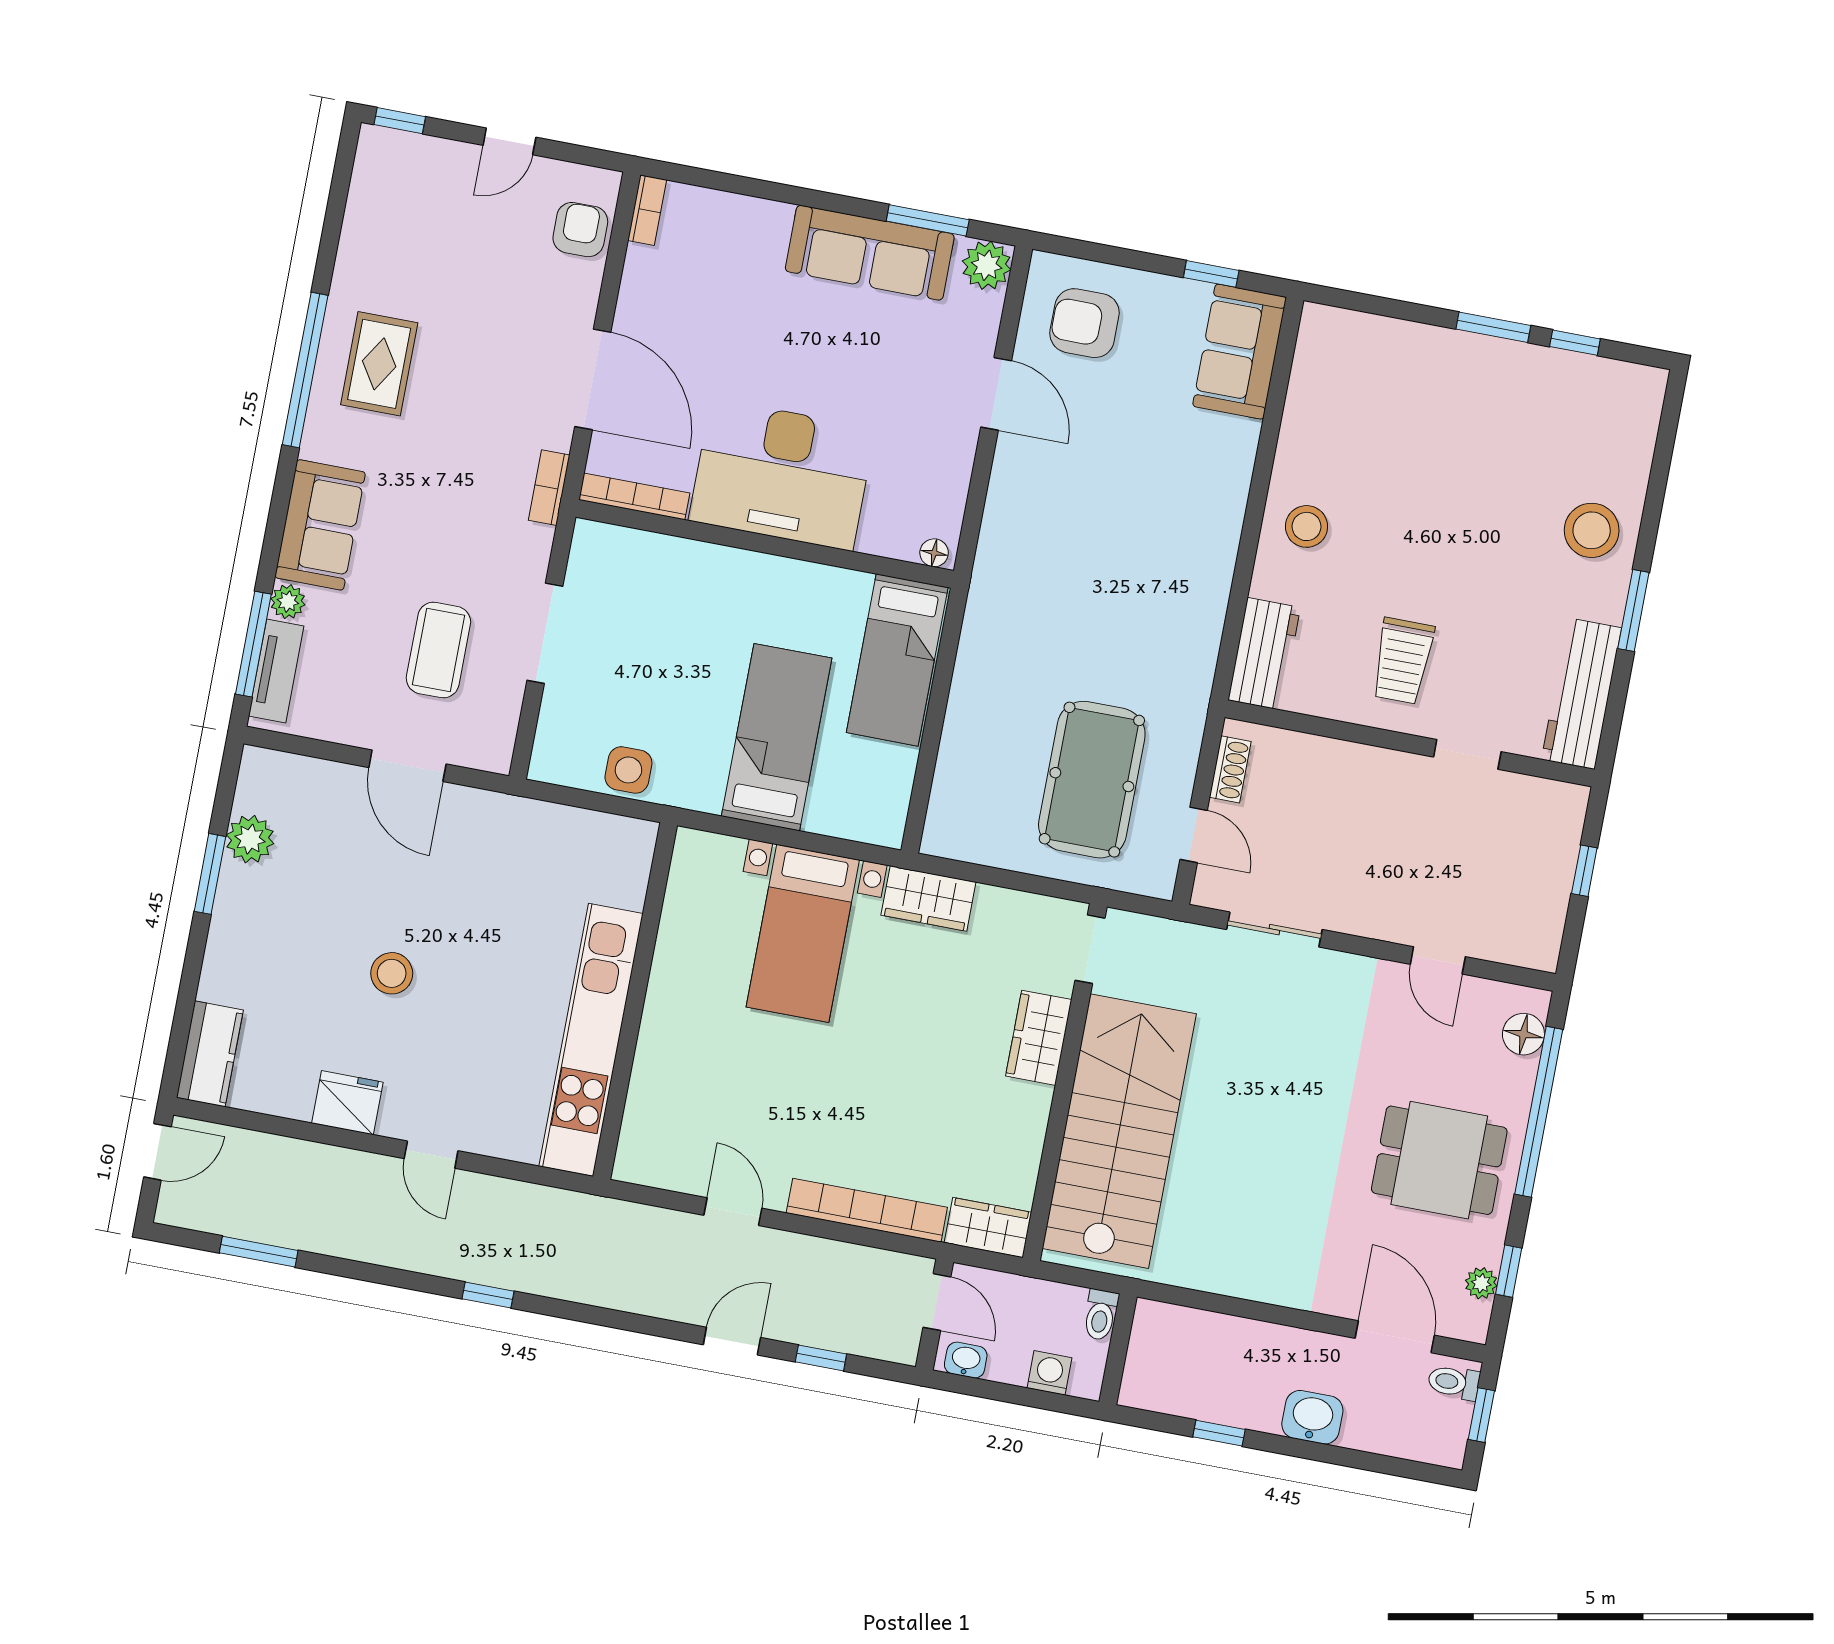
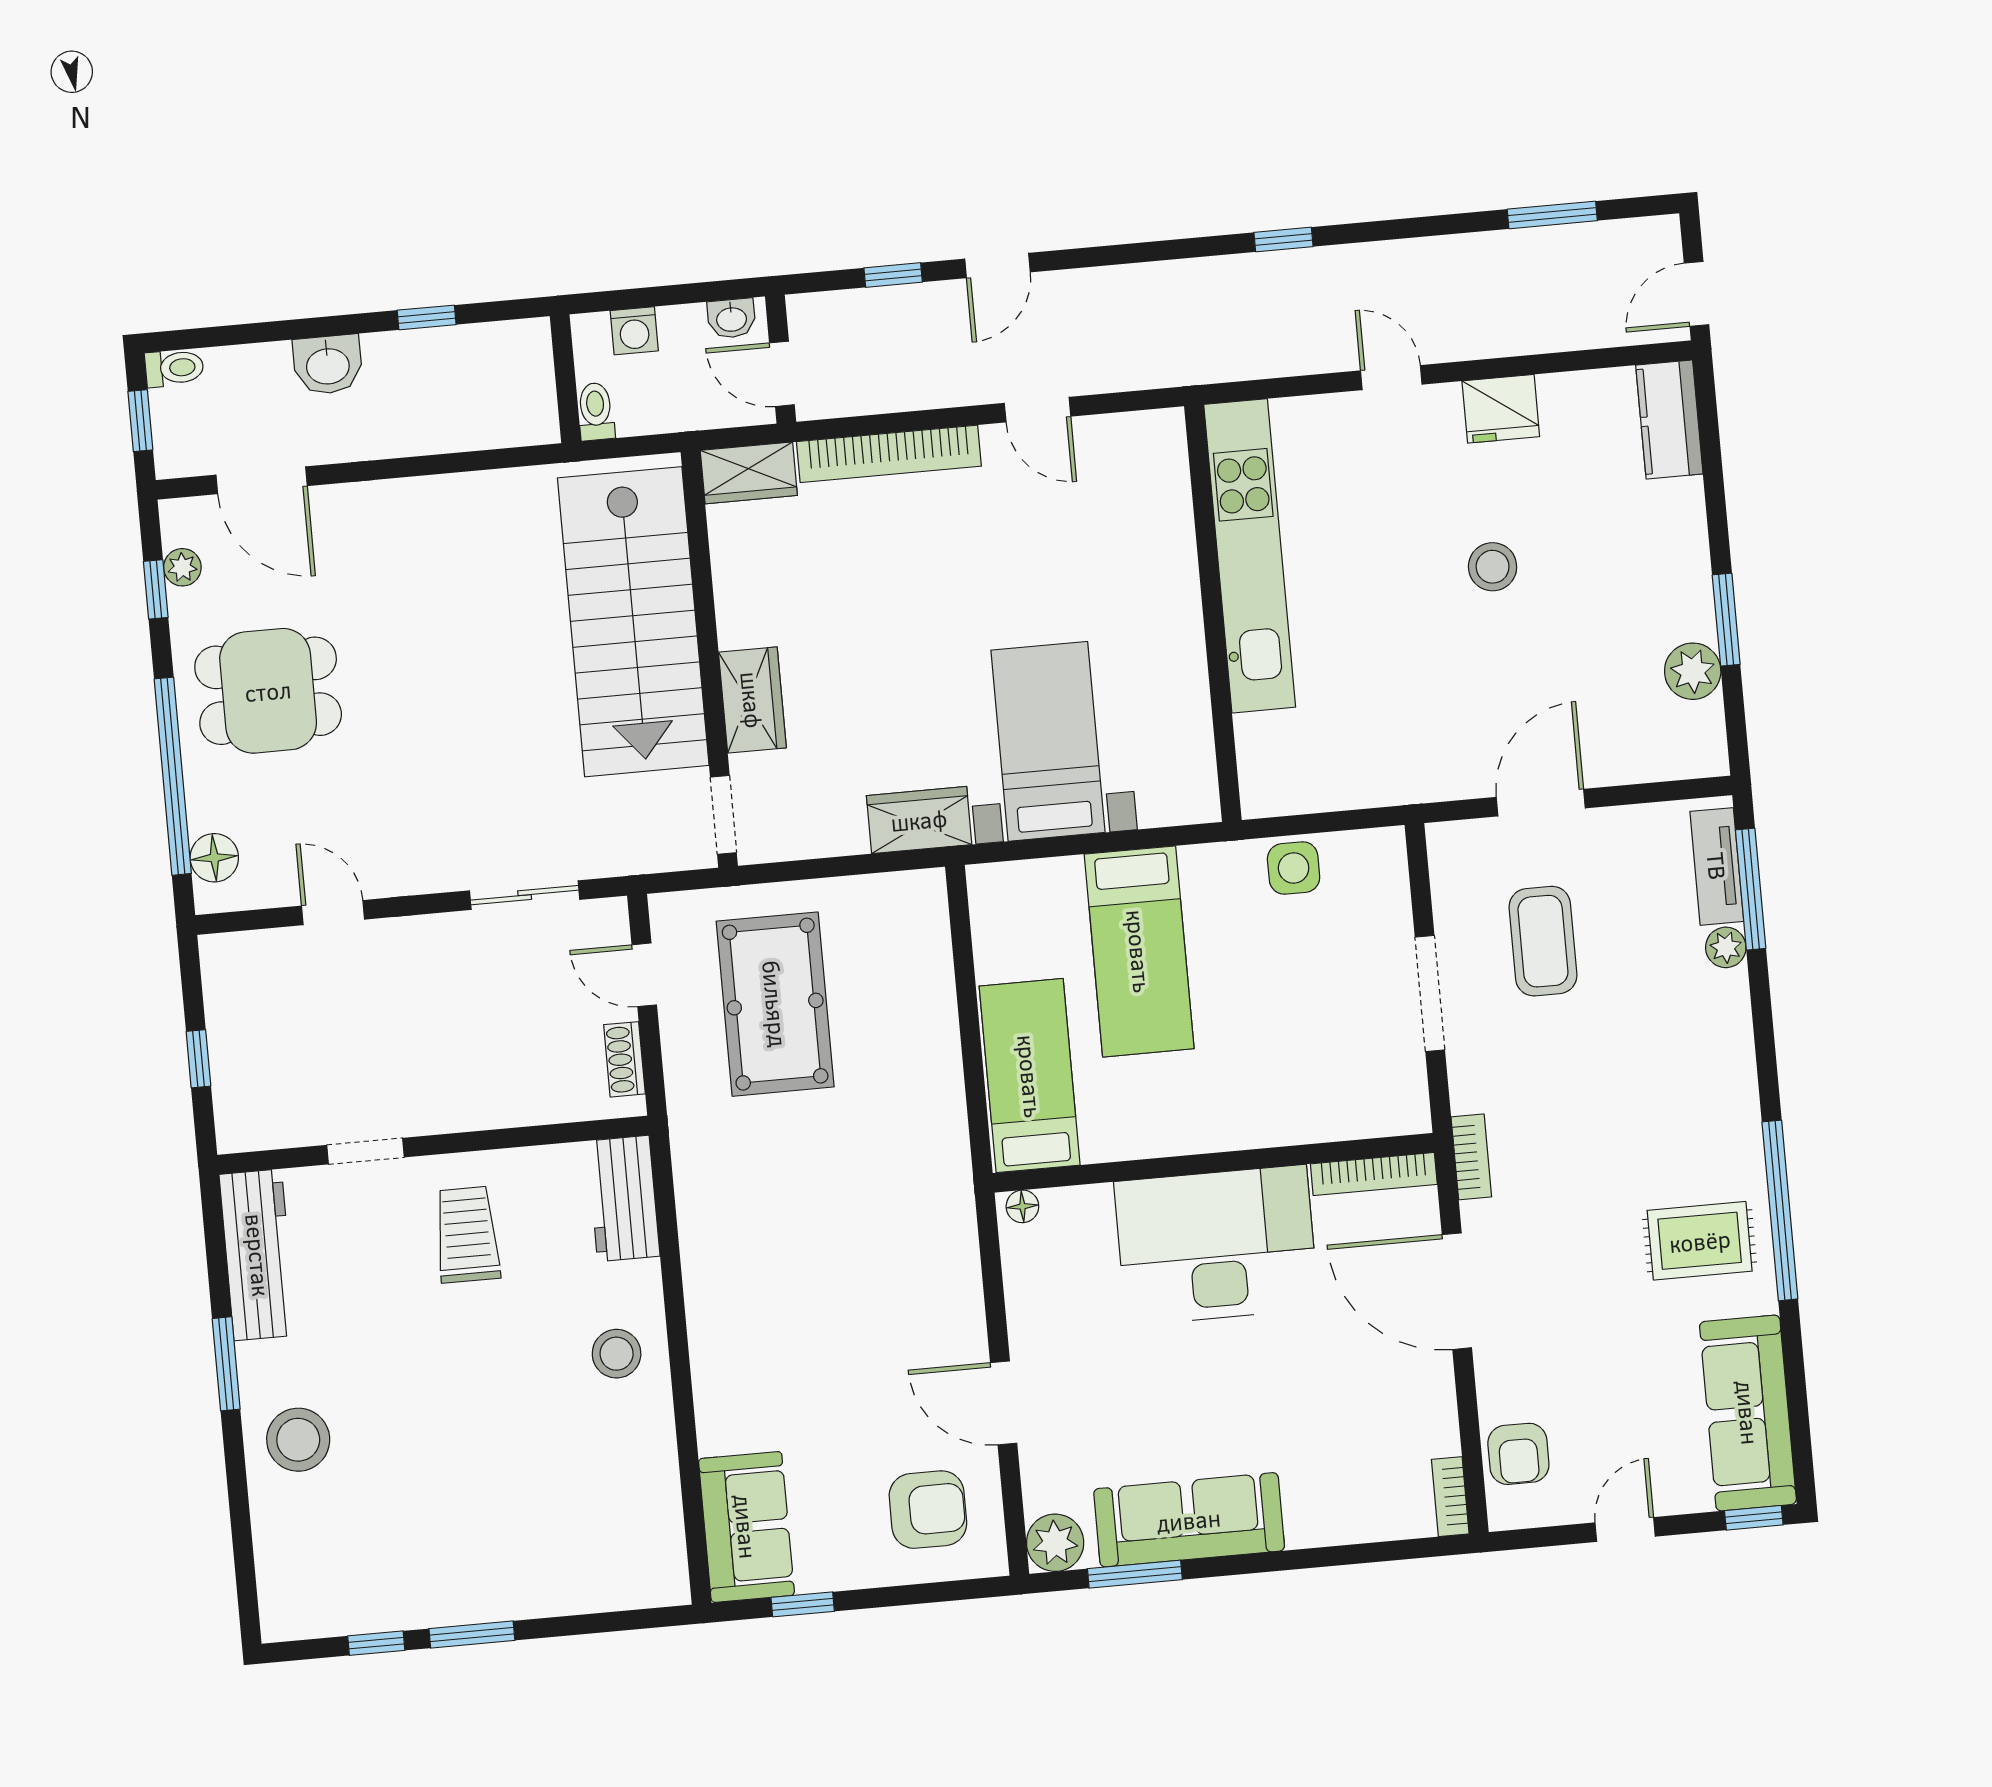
rug: (379, 364) -> (1700, 1241), turned 90
sofa: (320, 525) -> (1748, 1413), moved, width x1.36
door: (407, 766) -> (1541, 803), hinge flipped
toilet: (1454, 1382) -> (174, 368), moved

